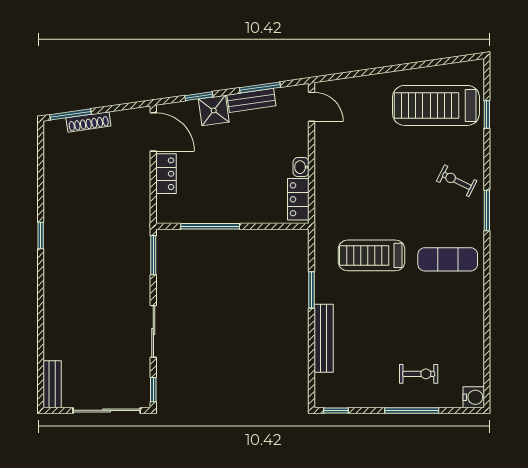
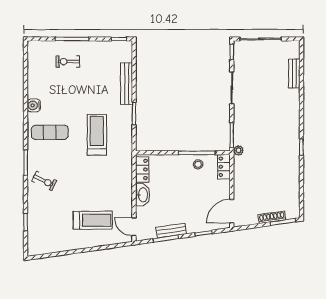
treadmill: (436, 105) -> (93, 220), moved, width x0.73, depth x0.73
shower: (214, 110) -> (194, 224), removed
door: (153, 132) -> (232, 211), hinge flipped
washbasin: (301, 167) -> (143, 195), width x1.91, depth x1.45
locker: (166, 174) -> (224, 167), moved
stool: (208, 208) -> (198, 164), added
plant: (143, 230) -> (238, 150), added
treadmill: (372, 255) -> (97, 135), turned -90
bench: (52, 384) -> (294, 73), moved
water cooler: (474, 397) -> (34, 105), moved

